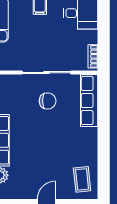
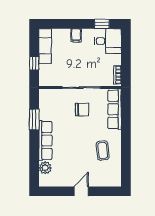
coffee table: (82, 179) -> (103, 151), moved

